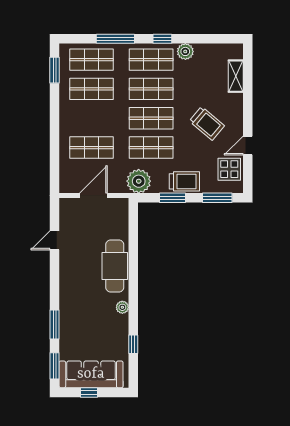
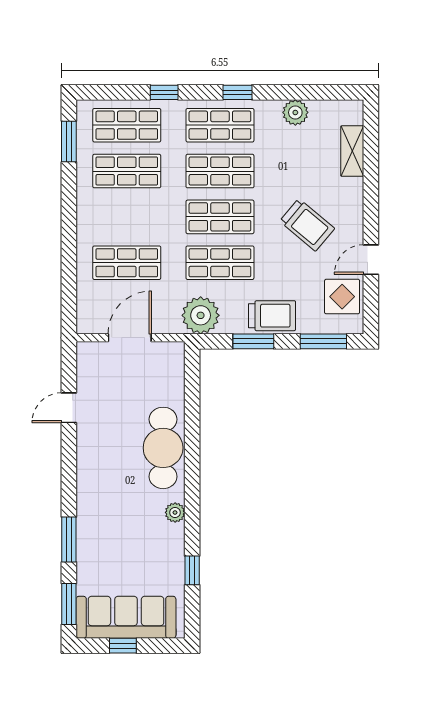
window: (115, 39) -> (164, 92), width x0.46
plant: (185, 51) -> (295, 112), moved

